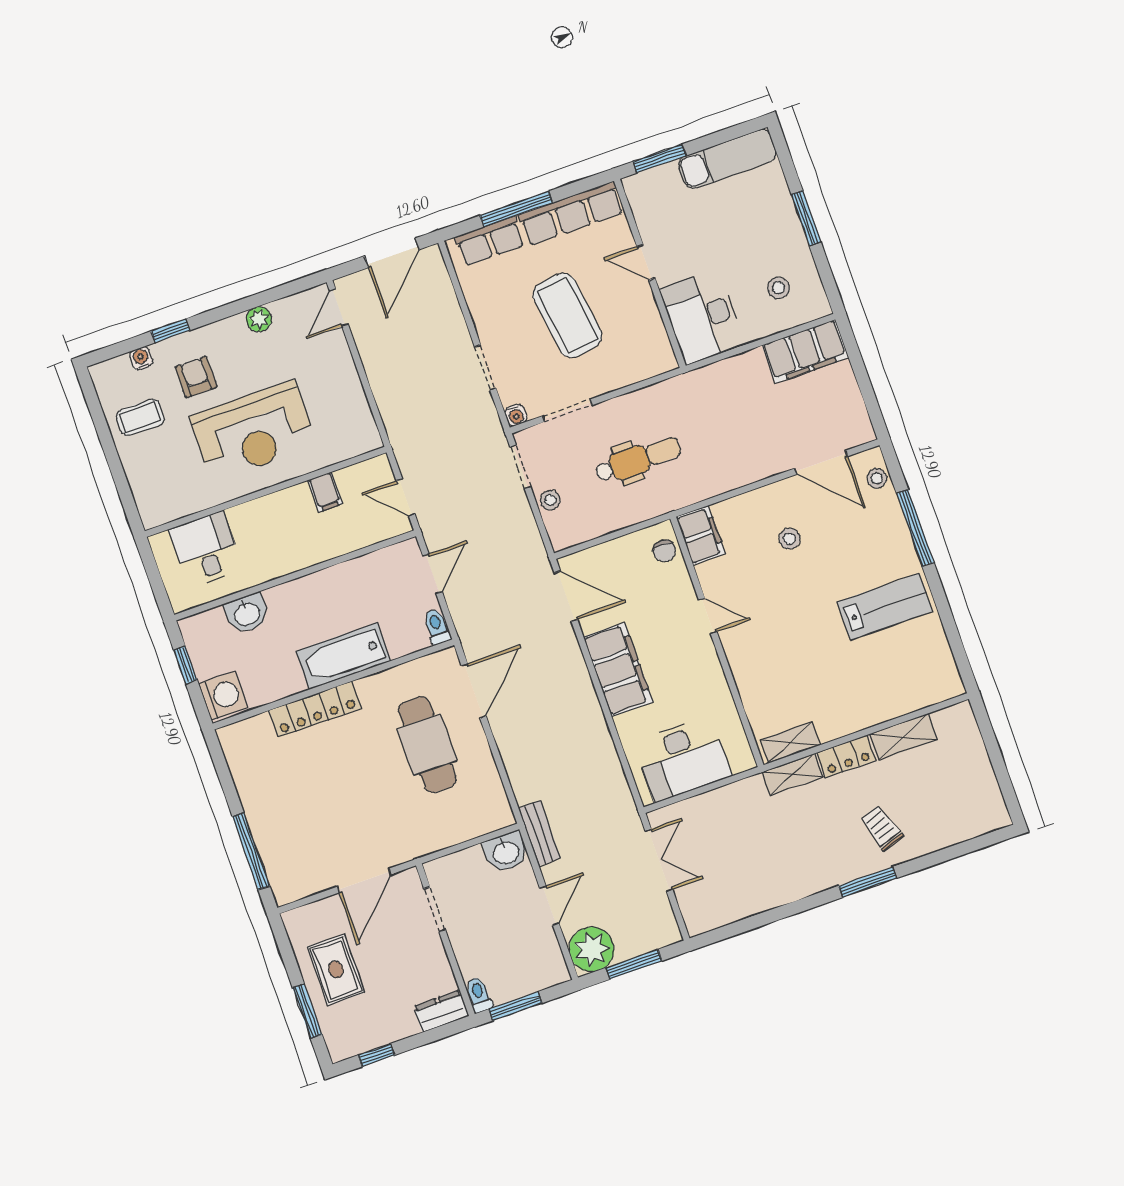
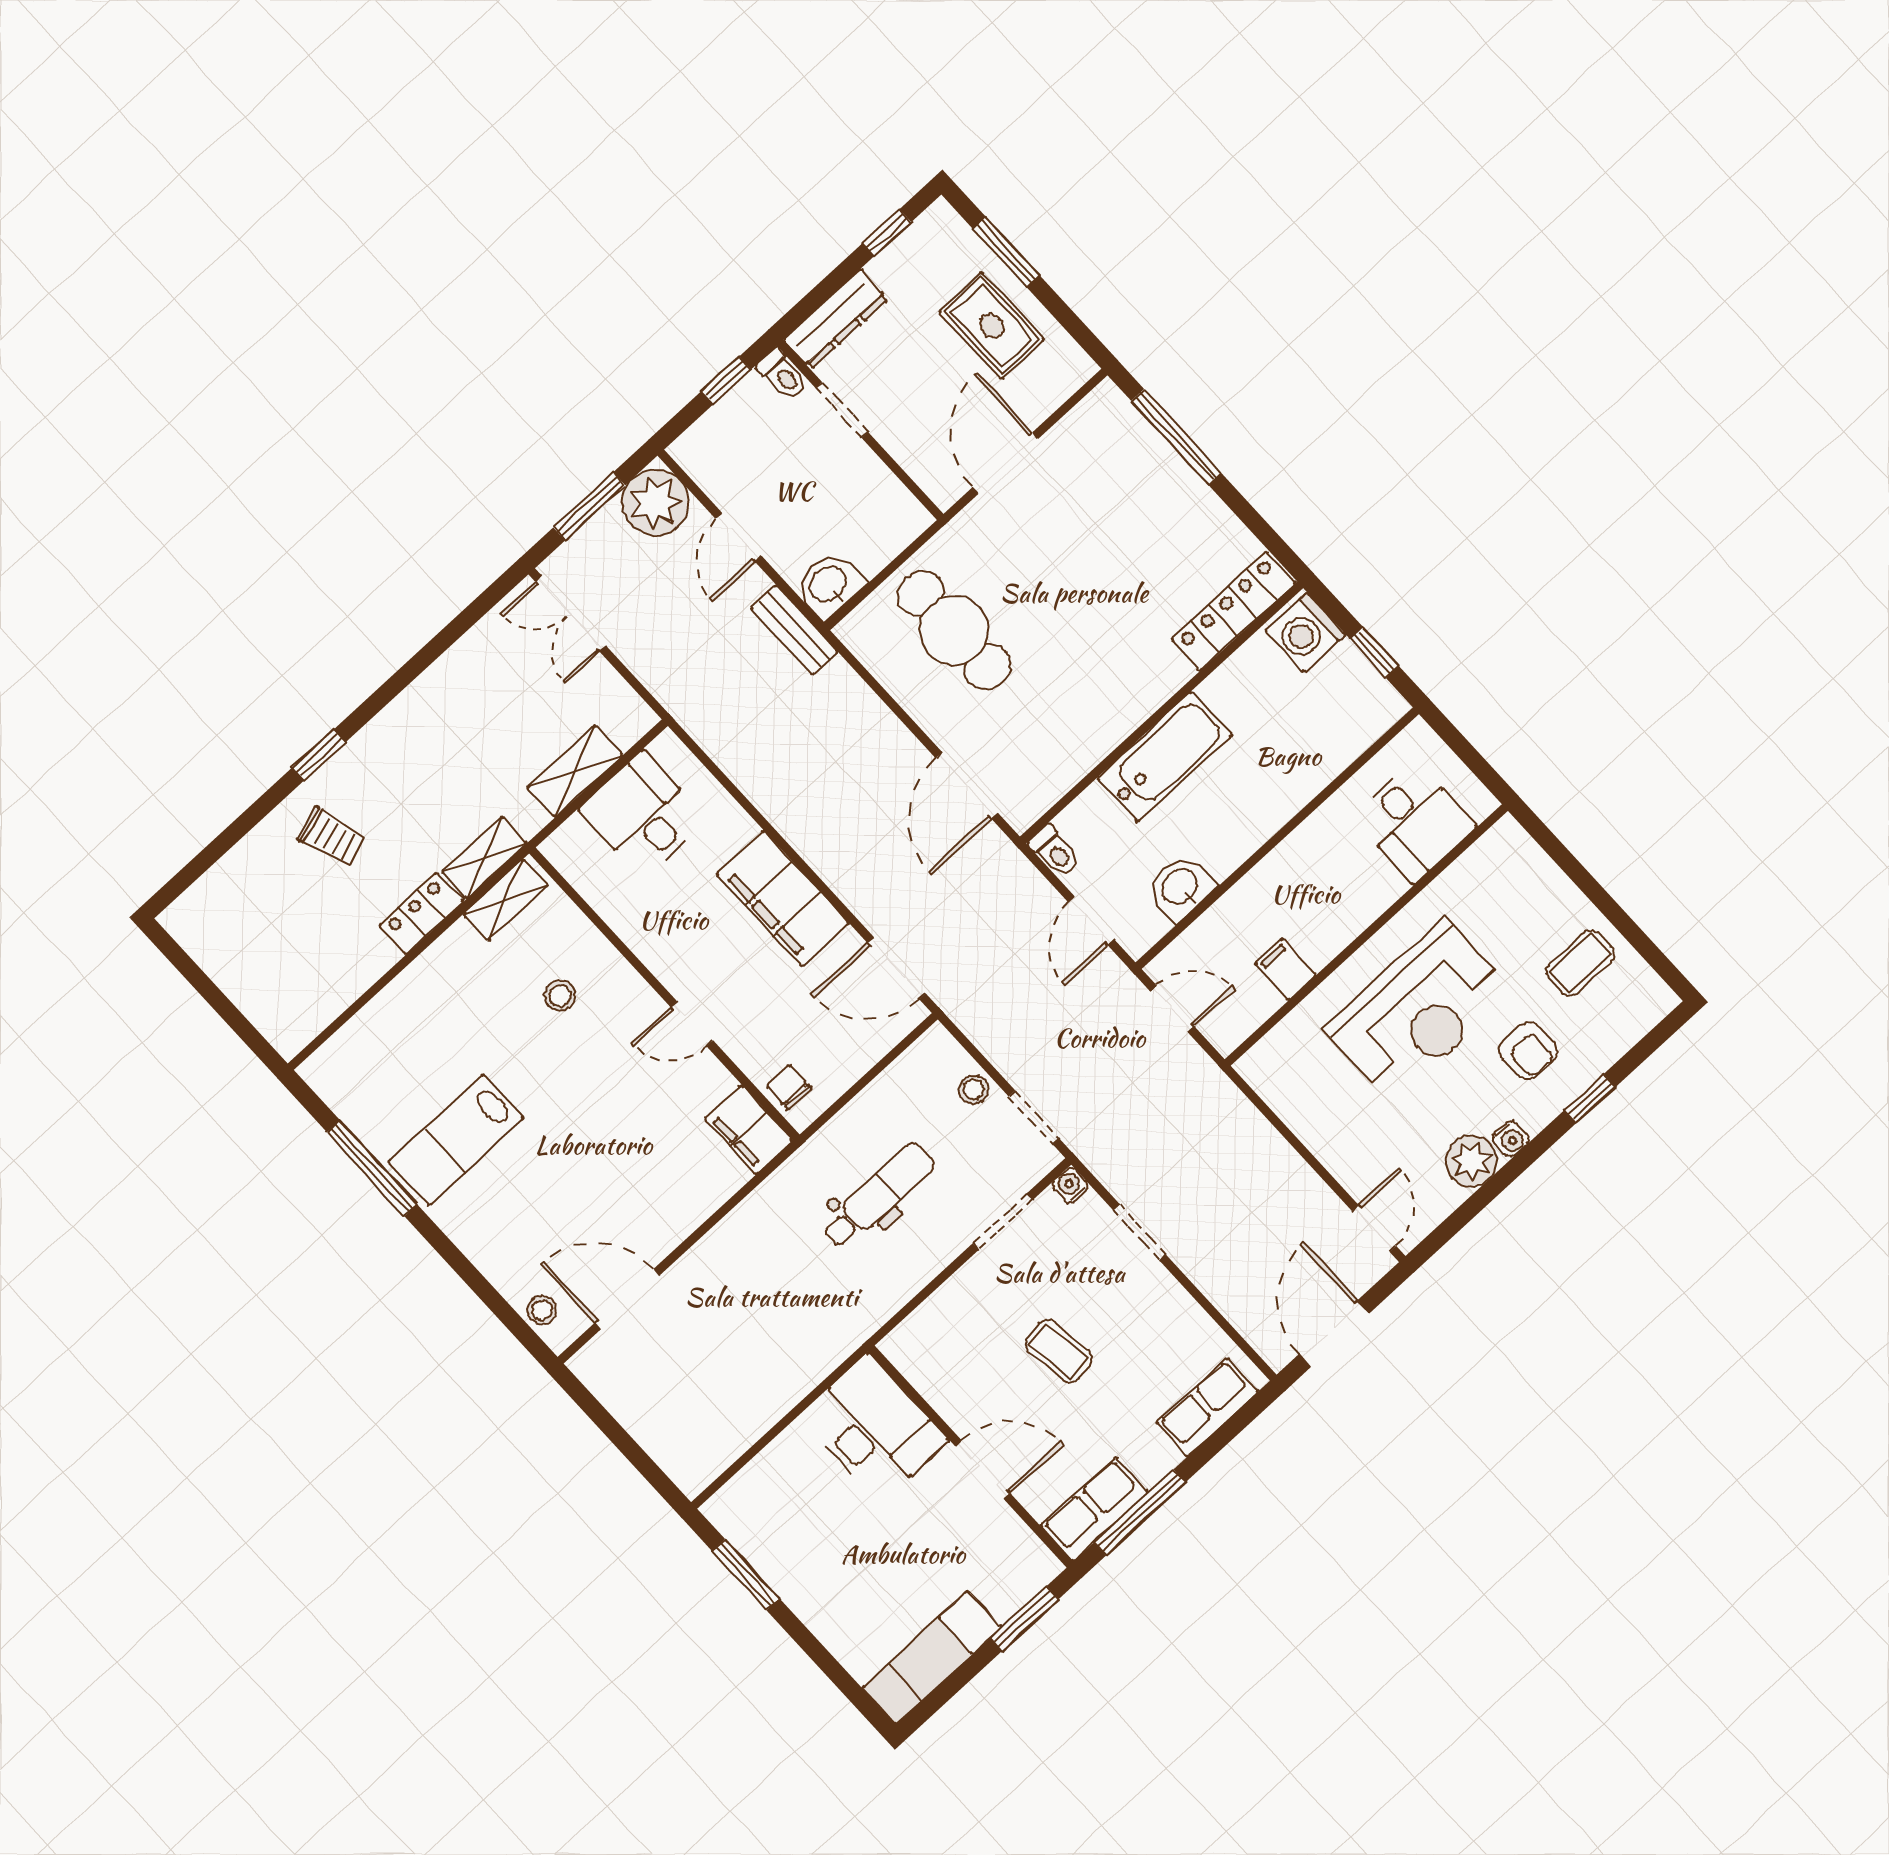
window: (516, 209) -> (1140, 1512), moved
row of seats: (571, 213) -> (1094, 1509), width x0.68
window: (806, 218) -> (746, 1575), moved
door: (646, 262) -> (983, 1470), width x1.38
stool: (778, 288) -> (787, 1512), removed
coffee table: (567, 315) -> (1058, 1351), width x0.54, depth x0.58
plant: (259, 319) -> (1471, 1161), width x1.38, depth x1.38
filing cabinet: (805, 351) -> (713, 1441), removed
water cooler: (141, 358) -> (1511, 1139), moved
reception desk: (253, 431) -> (1419, 1011), turned 180
dental chair: (638, 460) -> (878, 1196), turned 180
window: (915, 528) -> (372, 1168), moved
stool: (789, 539) -> (560, 996), moved
washbasin: (247, 613) -> (1180, 888), moved
locker: (315, 709) -> (1234, 611), moved
shelving: (903, 737) -> (575, 771), moved
cafe table: (427, 745) -> (954, 630), moved
desk: (683, 759) -> (643, 814), width x0.73
double door: (659, 860) -> (571, 614), moved
window: (868, 882) -> (319, 755), width x0.67
doorway: (435, 909) -> (842, 410), moved
window: (515, 1006) -> (726, 381), width x0.67
dresser: (441, 1011) -> (836, 319), width x1.44

